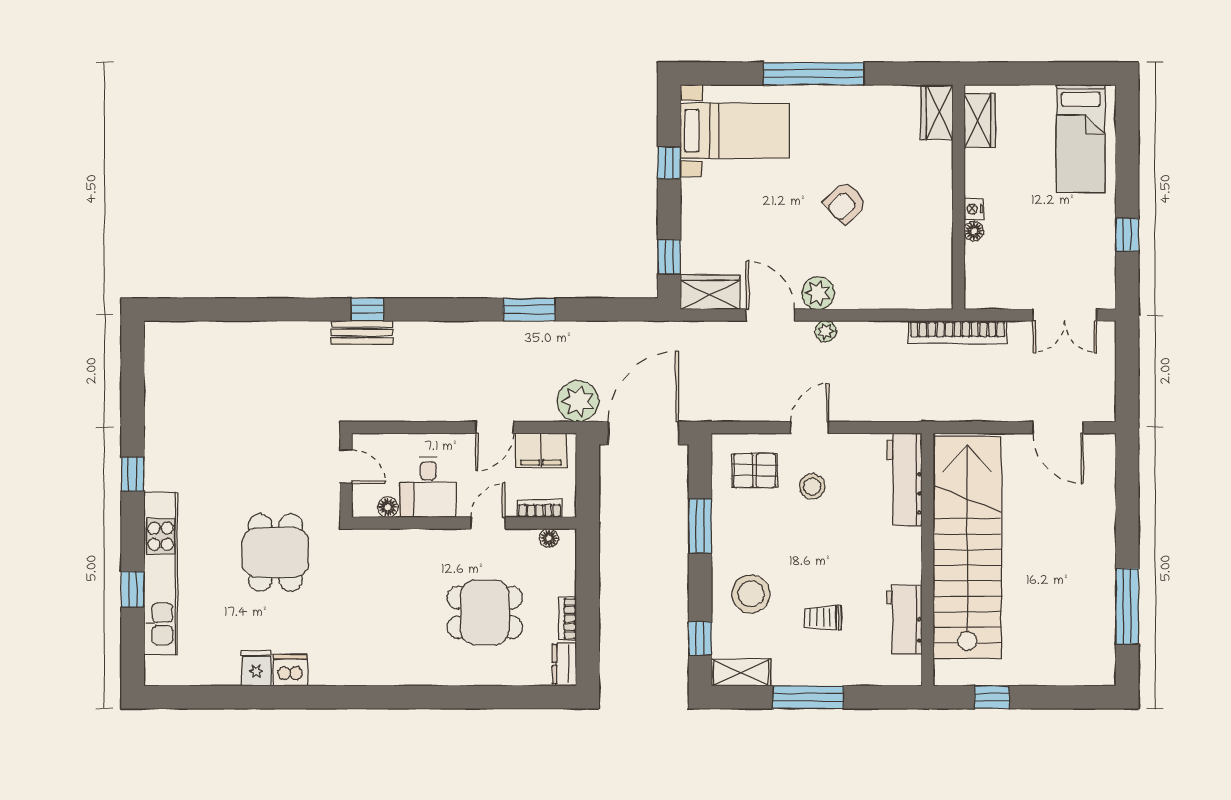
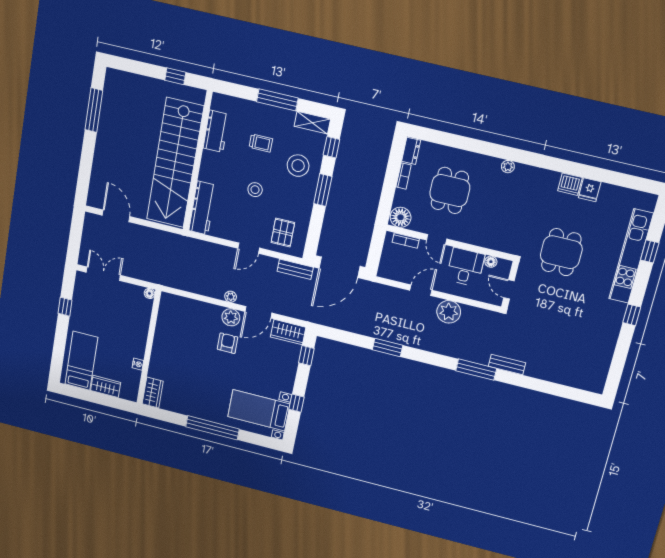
wardrobe: (980, 121) -> (106, 386), moved, turned 90
armchair: (845, 203) -> (228, 343), moved, turned -46
nightstand: (974, 209) -> (138, 364), moved
floor lamp: (974, 231) -> (149, 293), moved
window: (367, 309) -> (476, 370), width x2.17
door: (770, 315) -> (258, 312), hinge flipped
bench: (362, 332) -> (507, 365), moved
bookcase: (958, 332) -> (161, 279), removed
plant: (578, 401) -> (449, 312), moved
bench: (720, 410) -> (295, 269), added
filing cabinet: (541, 450) -> (398, 272), removed
pallet: (755, 470) -> (283, 233), turned 90
stool: (812, 486) -> (255, 190), moved
door: (488, 523) -> (437, 240), hinge flipped
window: (700, 526) -> (323, 190), moved
floor lamp: (549, 538) -> (401, 217), width x1.89, depth x1.89
dining table: (485, 612) -> (450, 190), turned 90
plant: (398, 675) -> (508, 167), added

